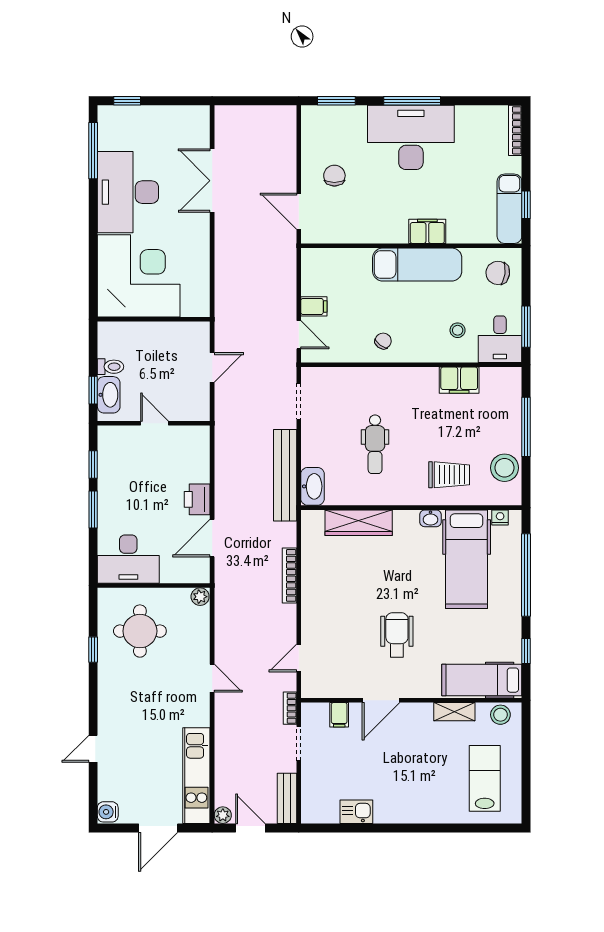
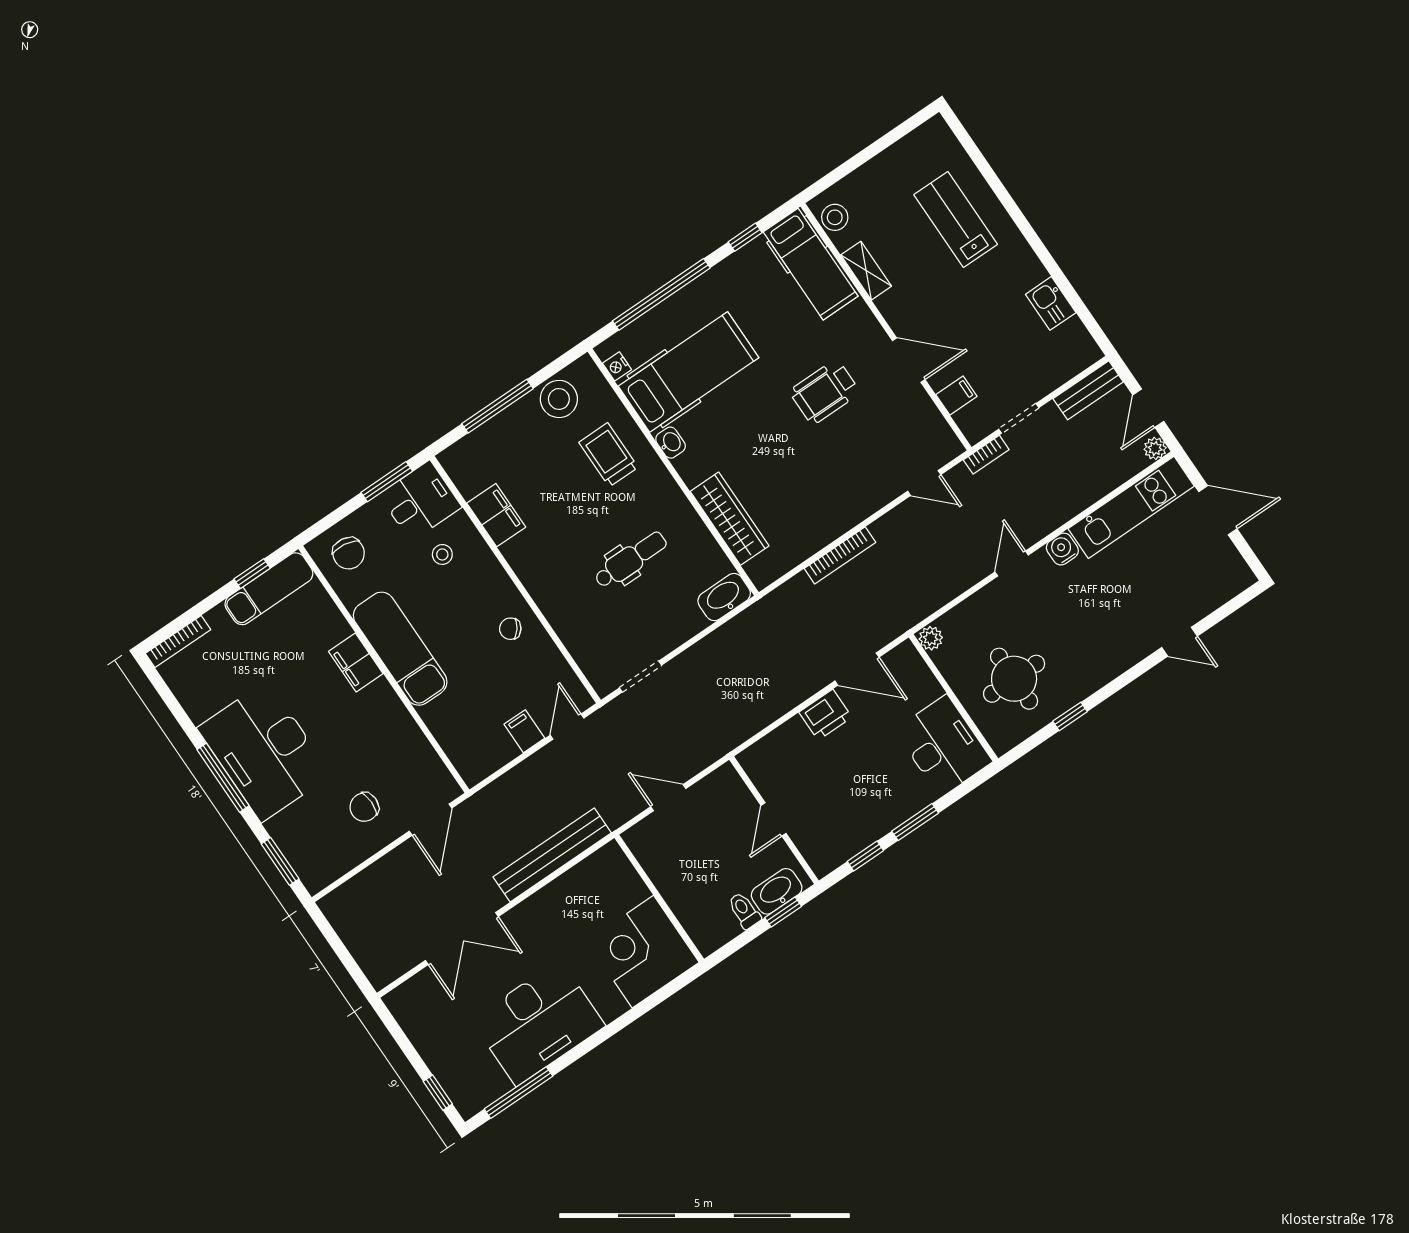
corner desk: (139, 276) -> (643, 952), width x0.74, depth x0.74
bench: (285, 475) -> (552, 855), moved
lab bench: (485, 778) -> (956, 219), moved, turned 90
water cooler: (108, 812) -> (1062, 549), moved, turned 180

